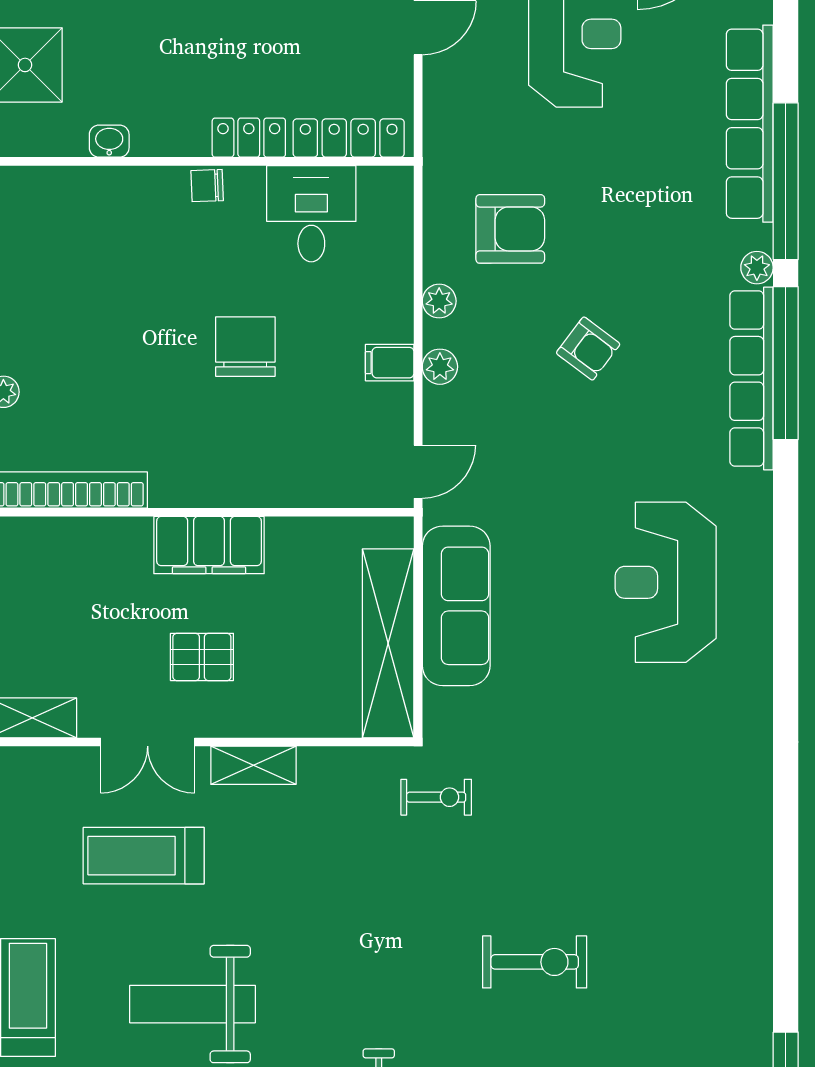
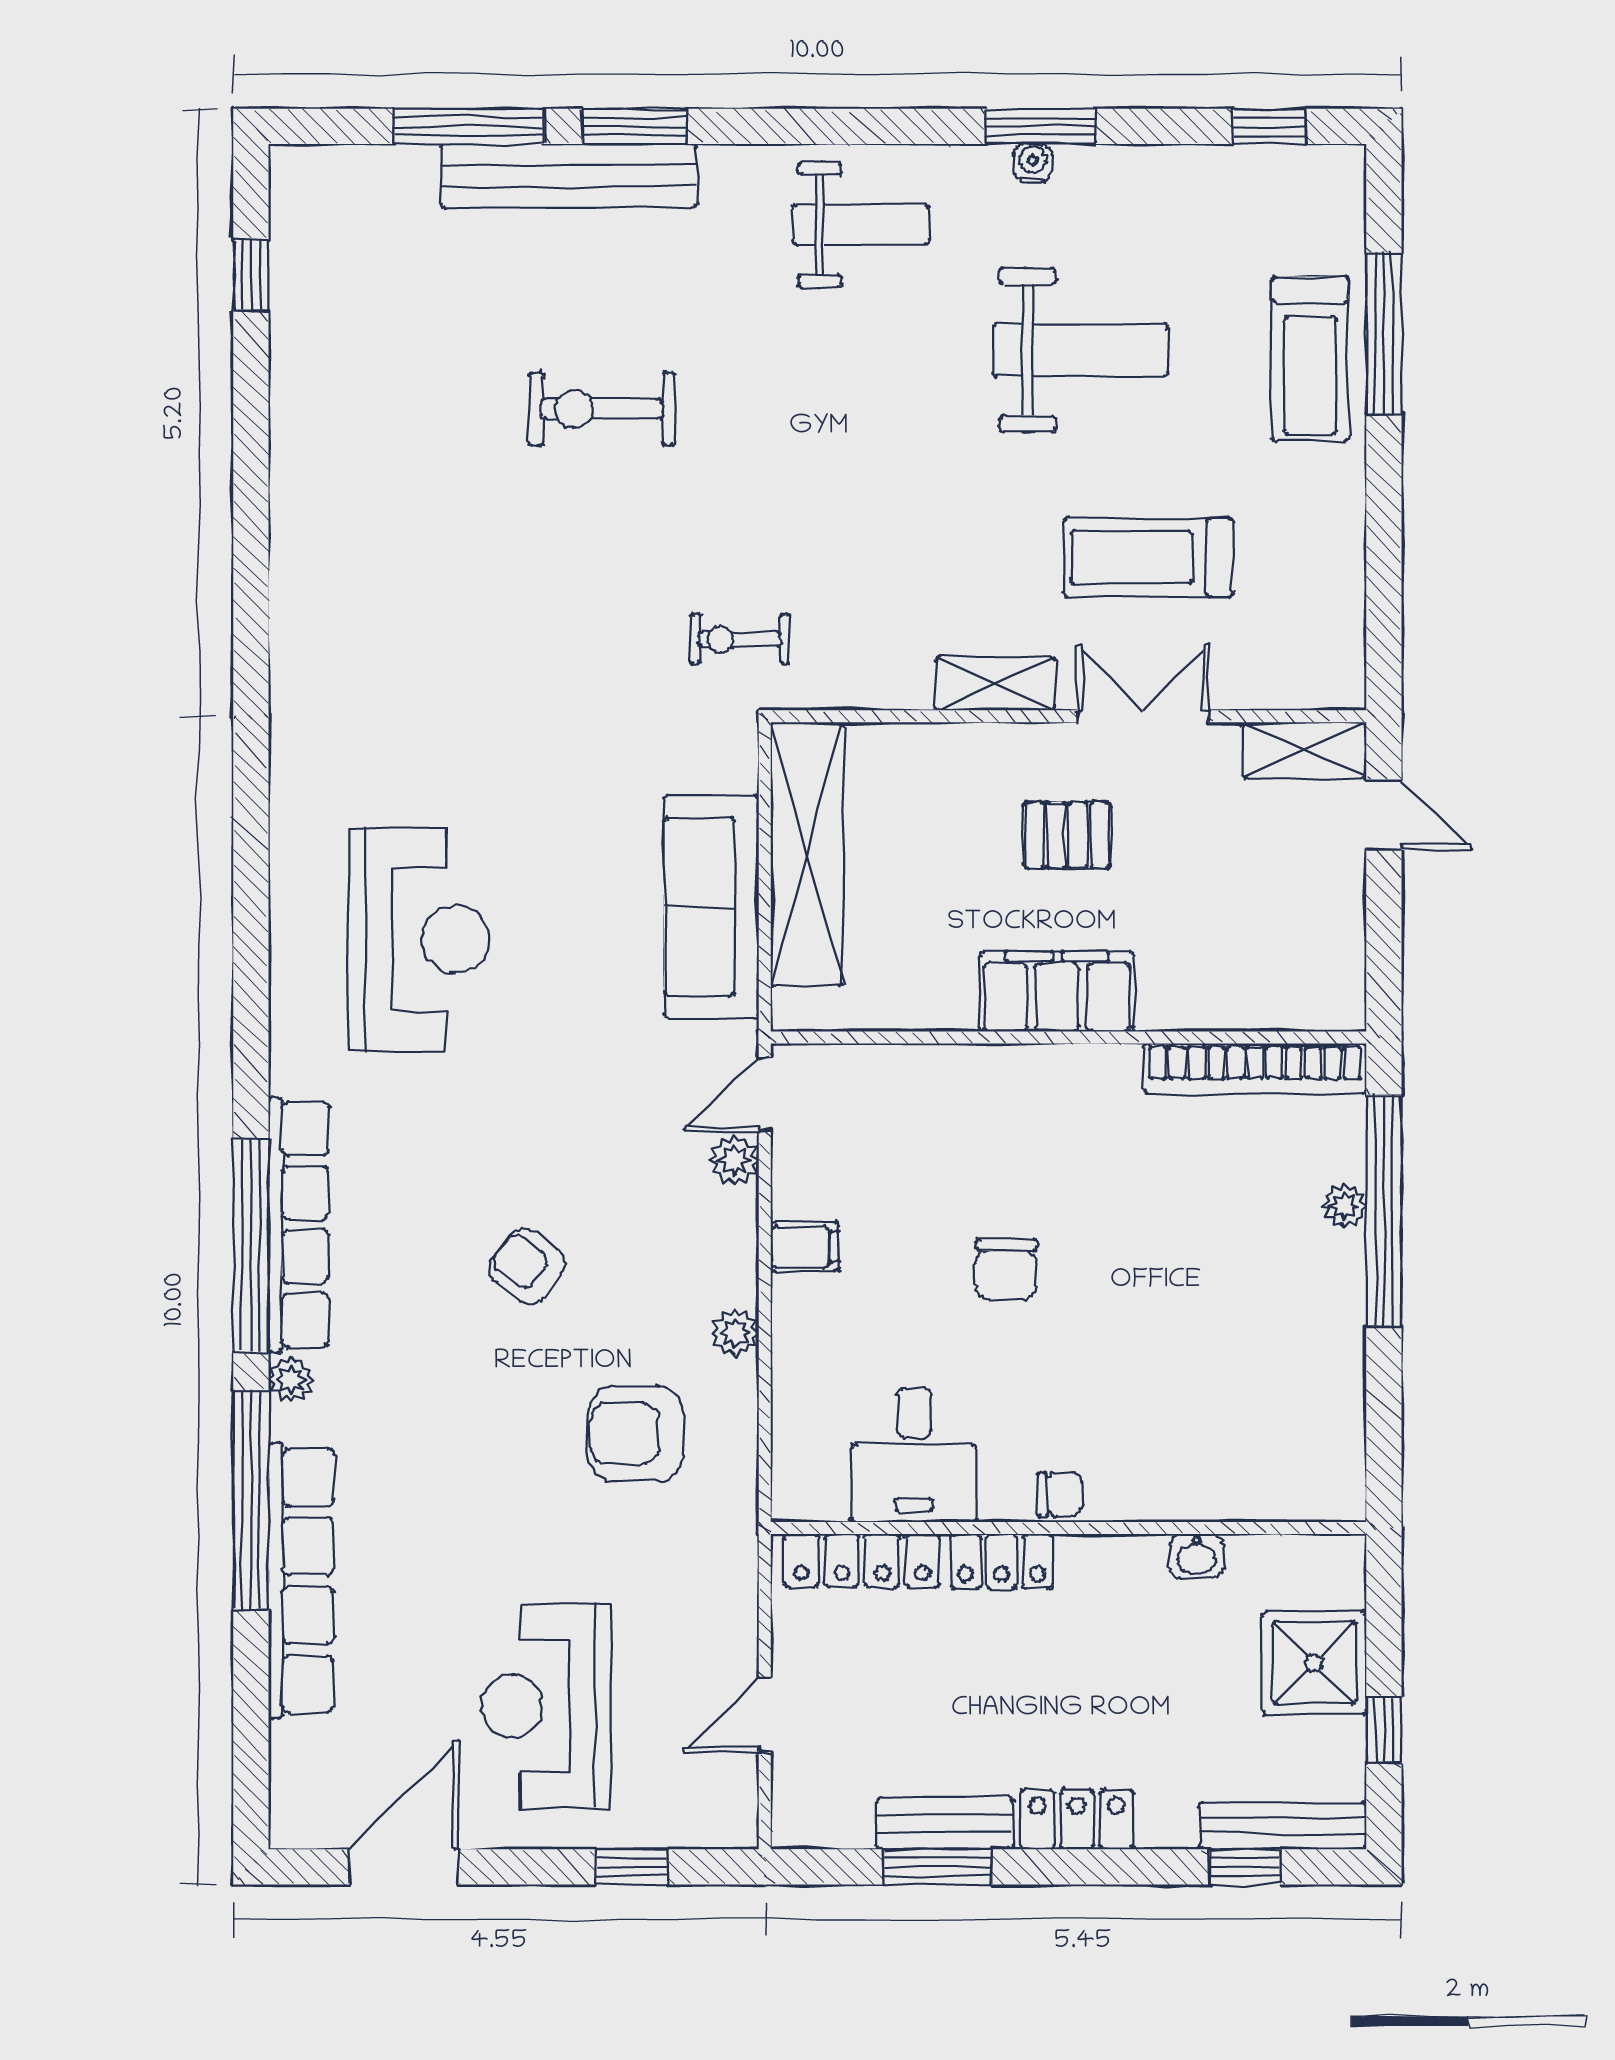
chair: (245, 347) -> (1006, 1269), width x0.73, depth x0.73
plant: (440, 367) -> (734, 1160), moved
treadmill: (144, 856) -> (1148, 557), turned 180

